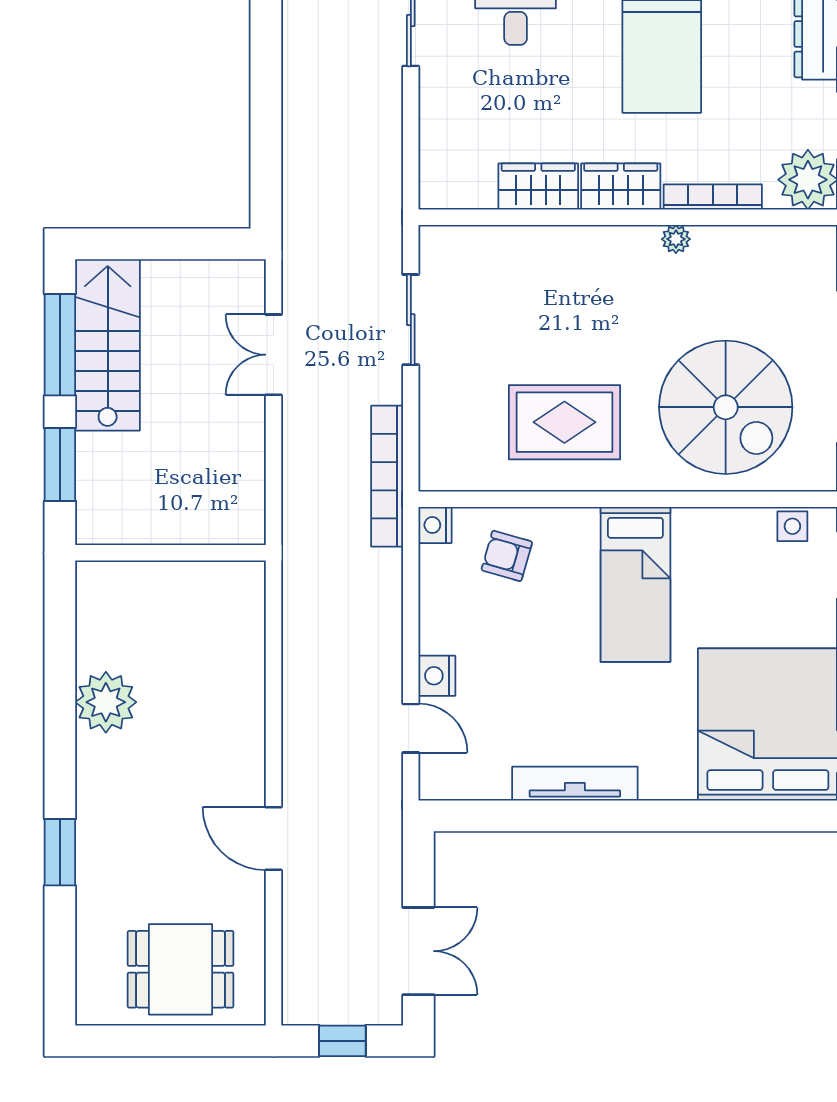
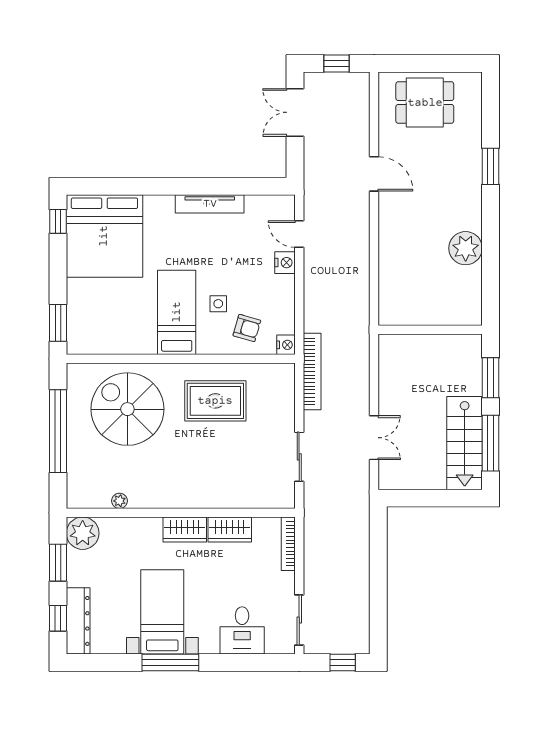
bookcase: (713, 197) -> (288, 544), moved, turned 90
plant: (676, 239) -> (120, 501), moved
side table: (792, 526) -> (218, 304), moved

